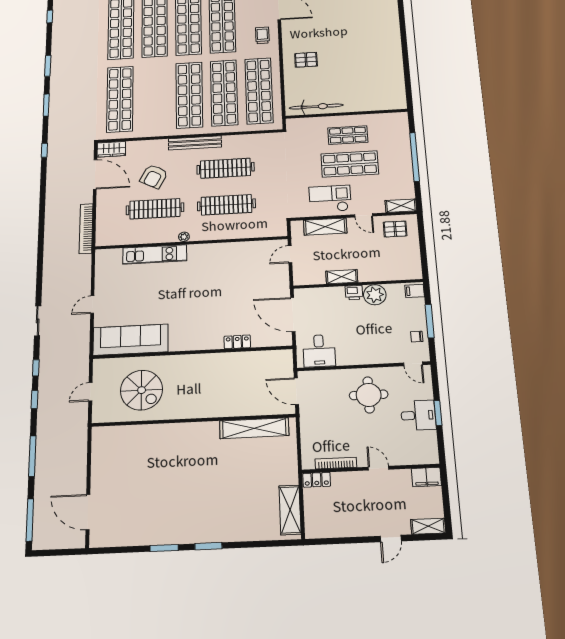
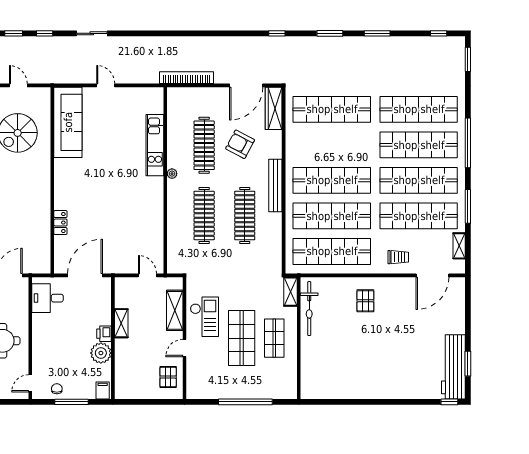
wardrobe: (111, 149) -> (274, 108), width x1.50
shelving: (401, 206) -> (291, 292), moved

